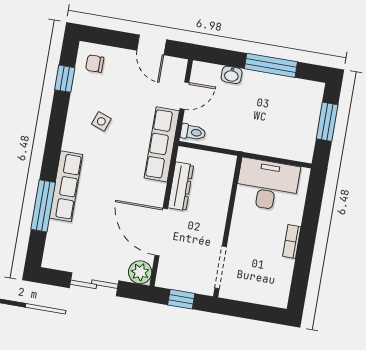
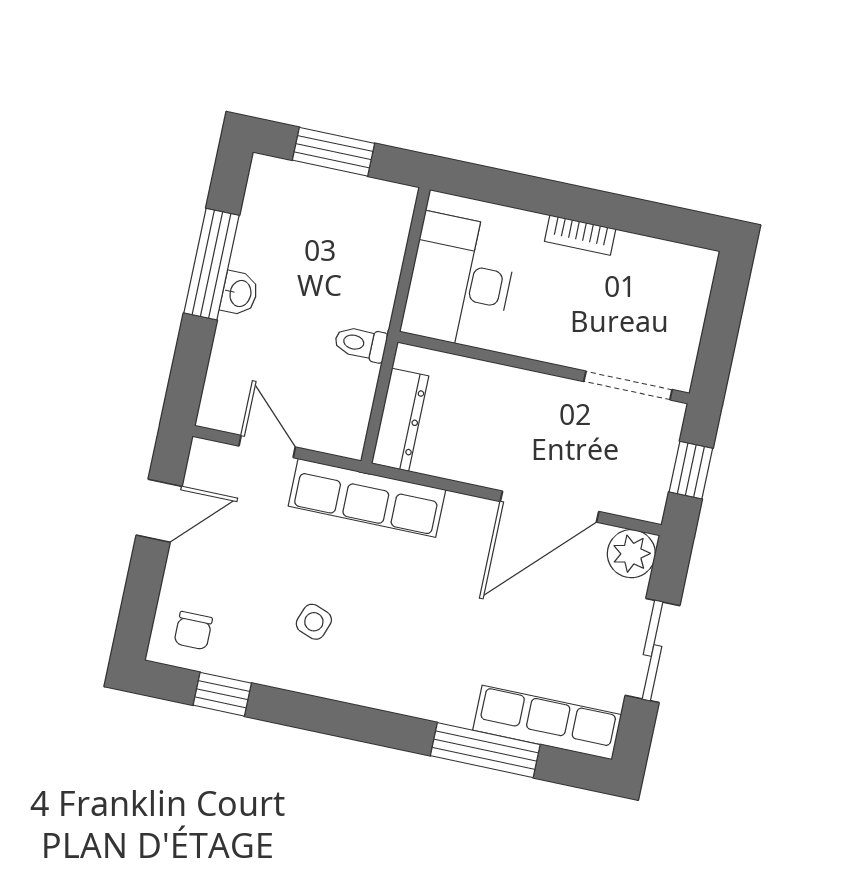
washbasin: (232, 75) -> (239, 293), moved
toilet: (193, 132) -> (361, 344), moved, turned -90
row of seats: (66, 186) -> (547, 722), moved
dresser: (181, 186) -> (400, 420), moved, turned 90

